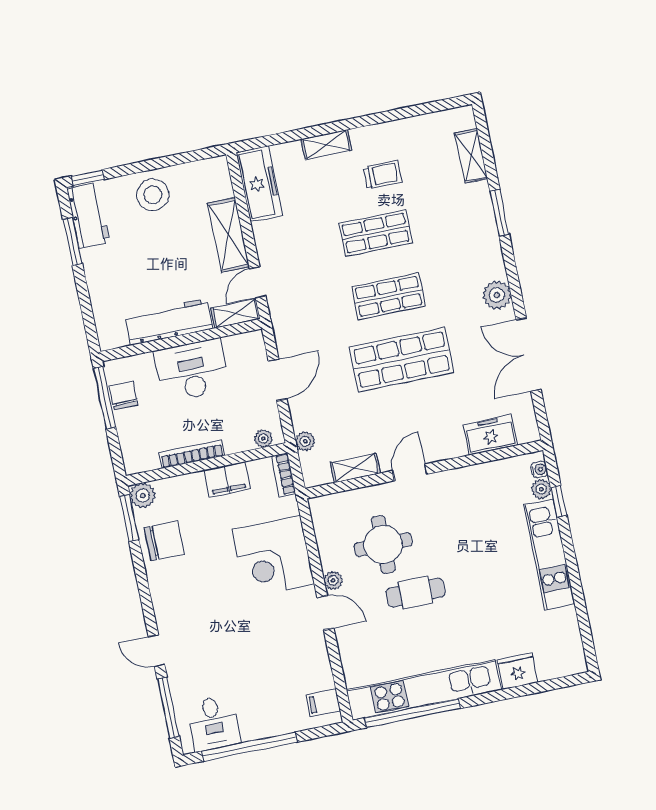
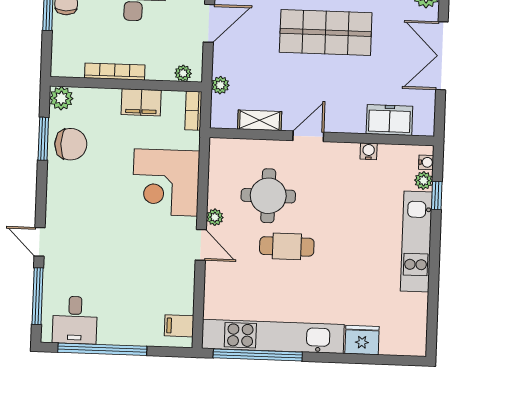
water cooler: (476, 473) -> (369, 151), added
window: (129, 518) -> (43, 139), moved

